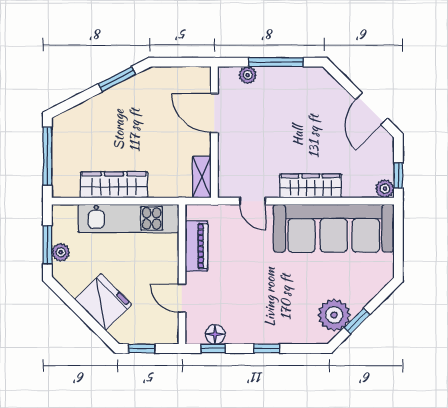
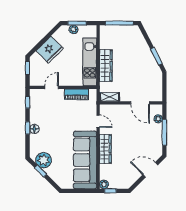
door: (372, 109) -> (150, 170), moved
door: (214, 113) -> (140, 103), swing flipped
wardrobe: (114, 185) -> (106, 66), moved
door: (253, 201) -> (98, 121), swing flipped
floor lamp: (215, 334) -> (34, 129), moved

